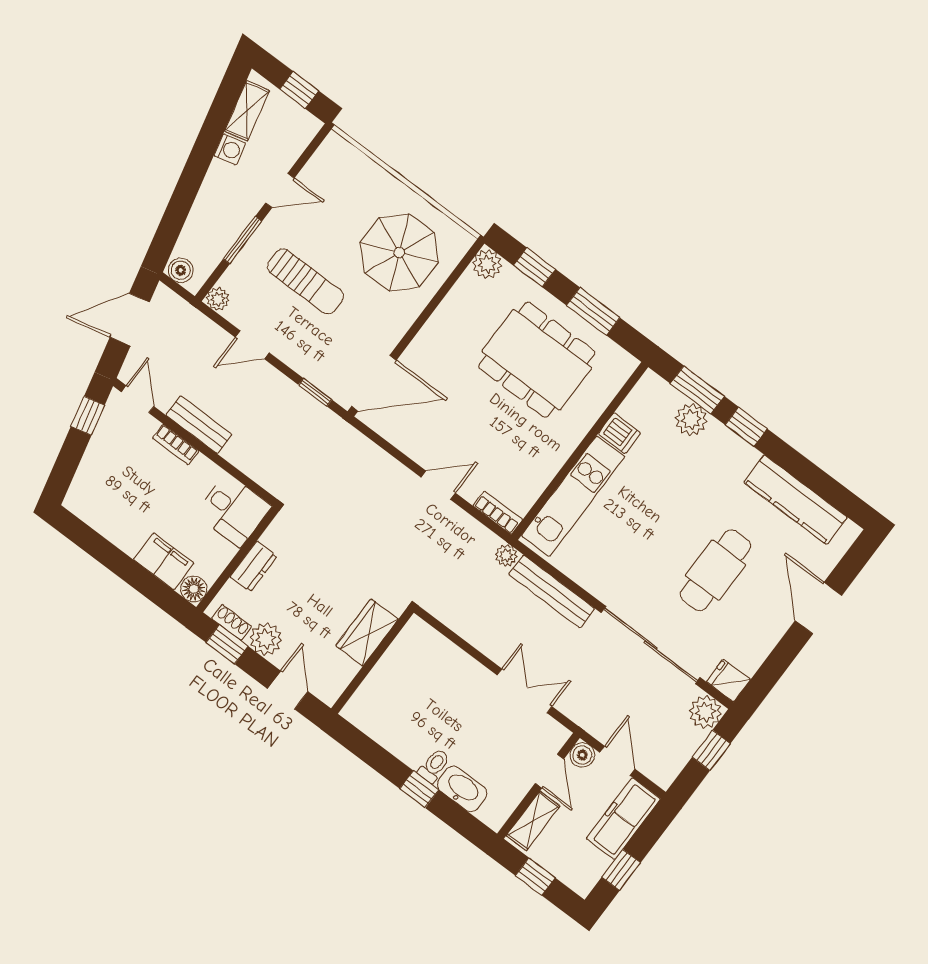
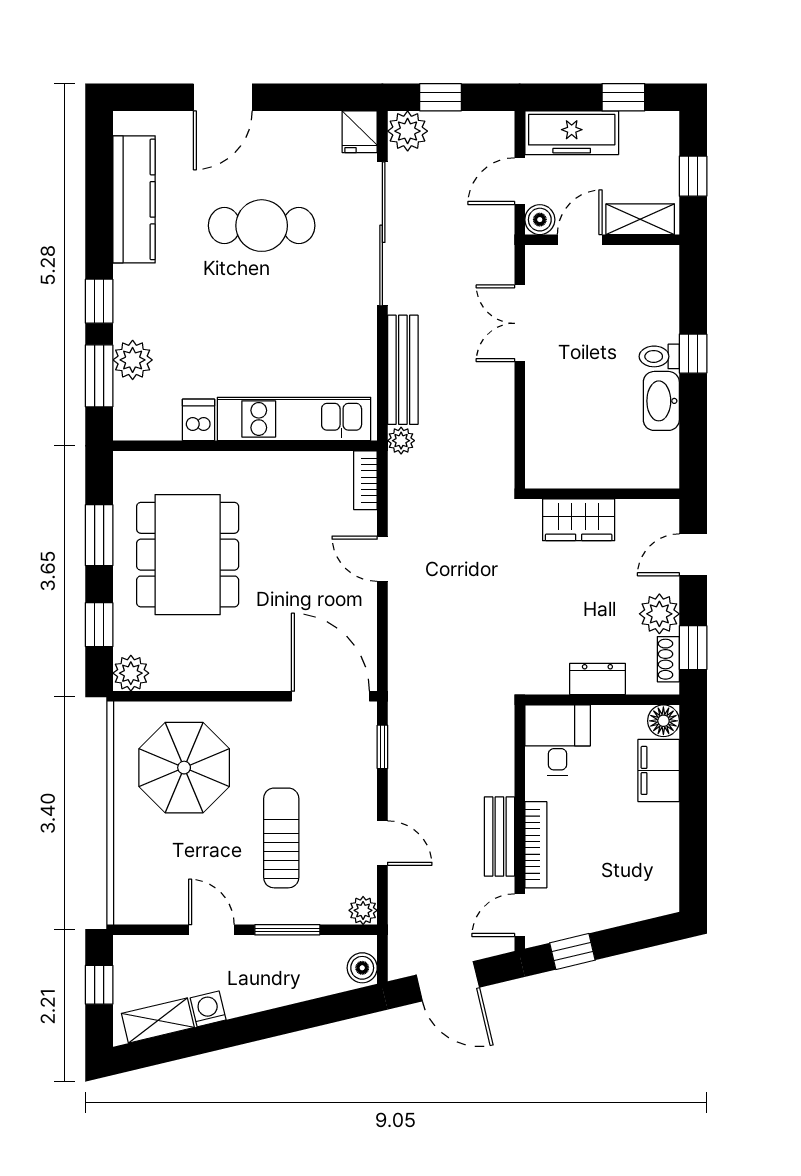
bookcase: (176, 444) -> (536, 845), width x1.56
washbasin: (462, 789) -> (661, 401), moved

